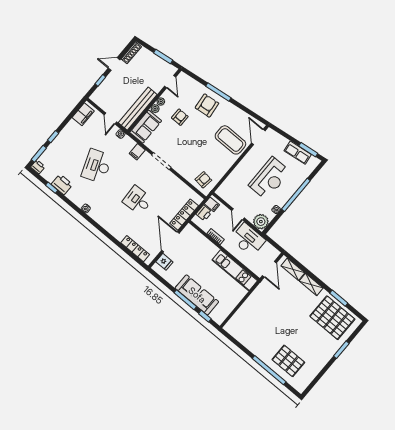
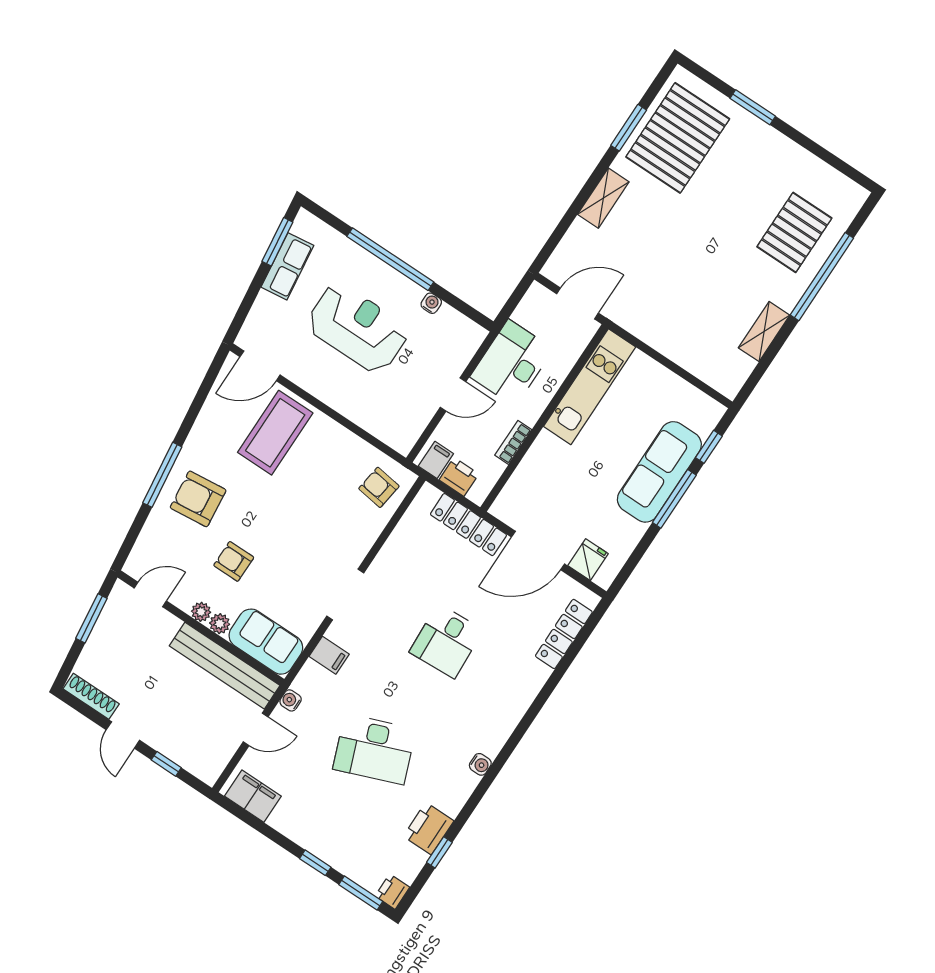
plant: (261, 222) -> (465, 337), removed
shelving: (293, 269) -> (764, 331), moved

